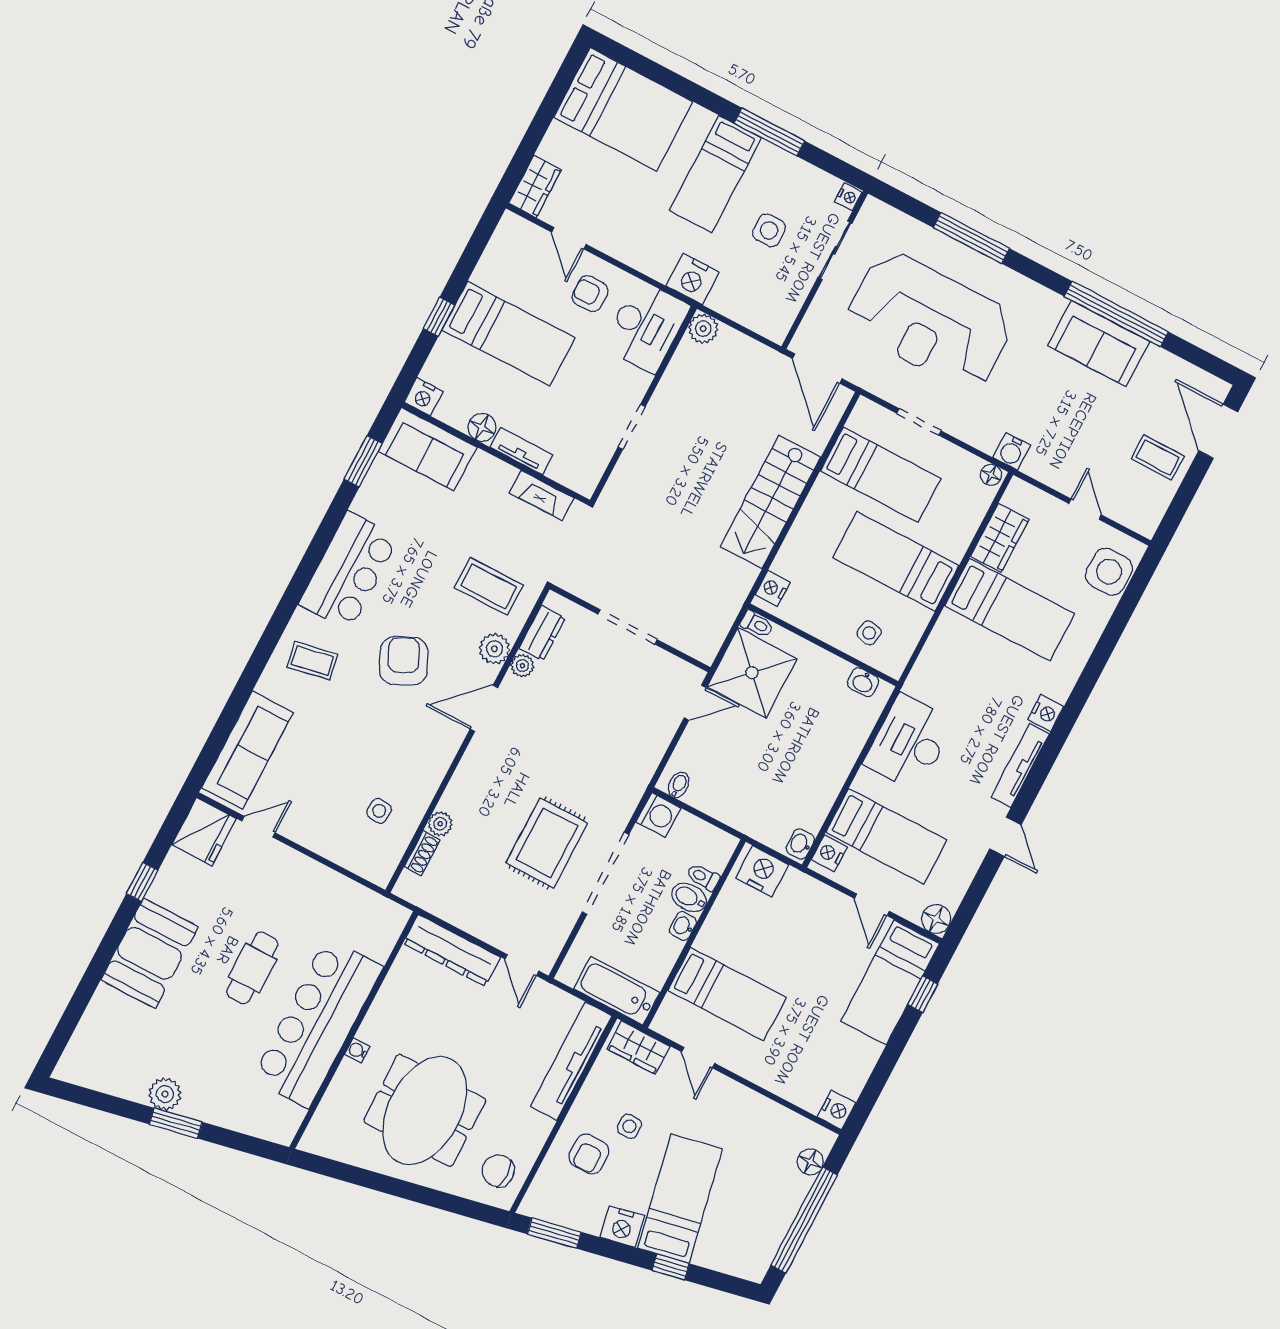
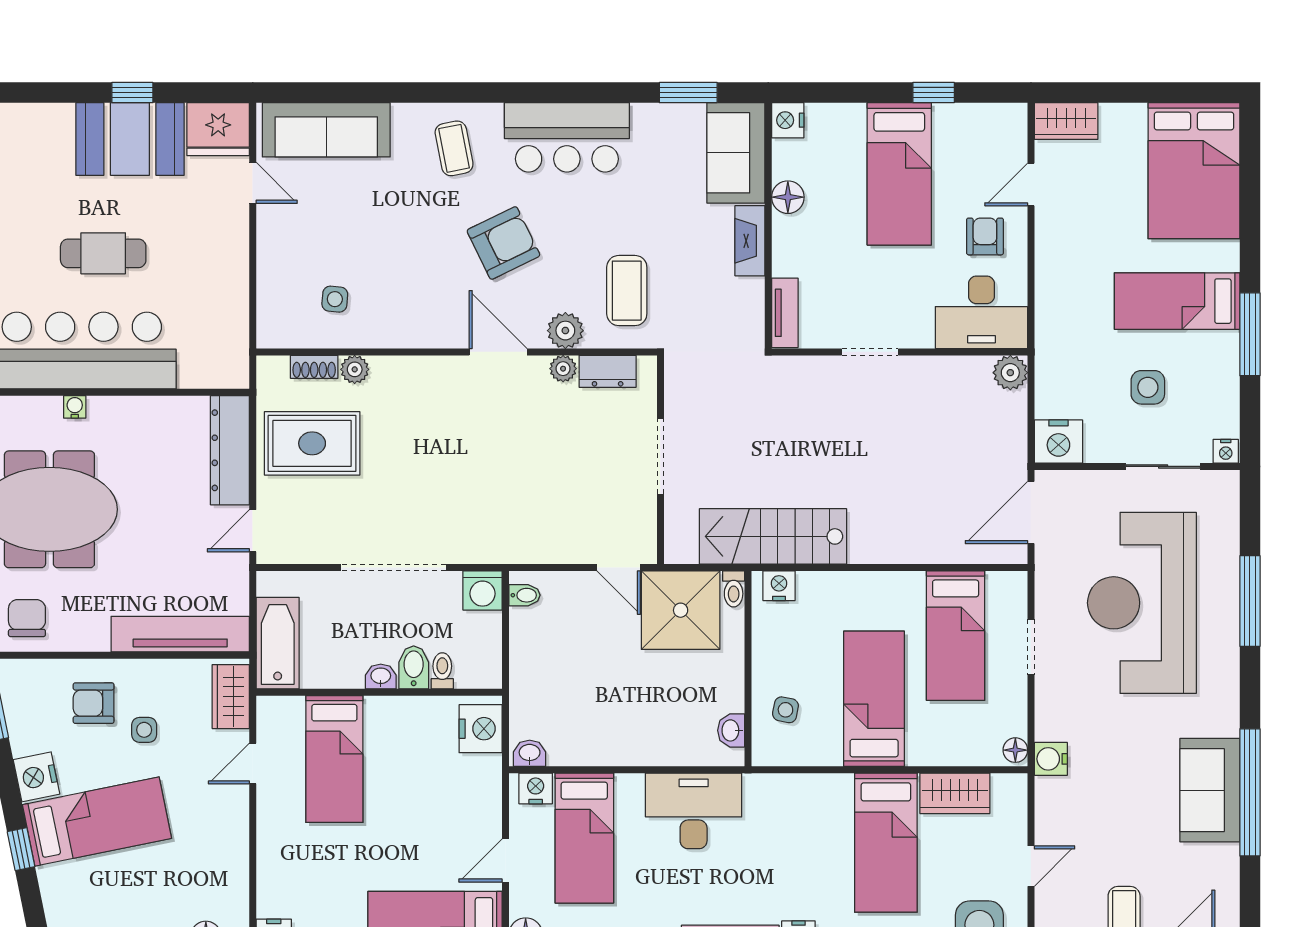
nightstand: (693, 279) -> (1058, 442), moved, turned -90
window: (439, 317) -> (934, 93), moved
tv unit: (521, 451) -> (785, 313), moved
fireplace: (541, 495) -> (750, 241), moved
stairs: (770, 502) -> (773, 536), moved
rug: (547, 843) -> (312, 443), moved
booth: (150, 953) -> (130, 139), moved

